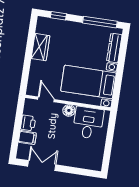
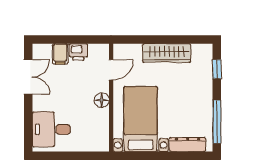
wardrobe: (40, 47) -> (167, 53), width x1.50
desk: (88, 123) -> (51, 129), moved, turned 180

